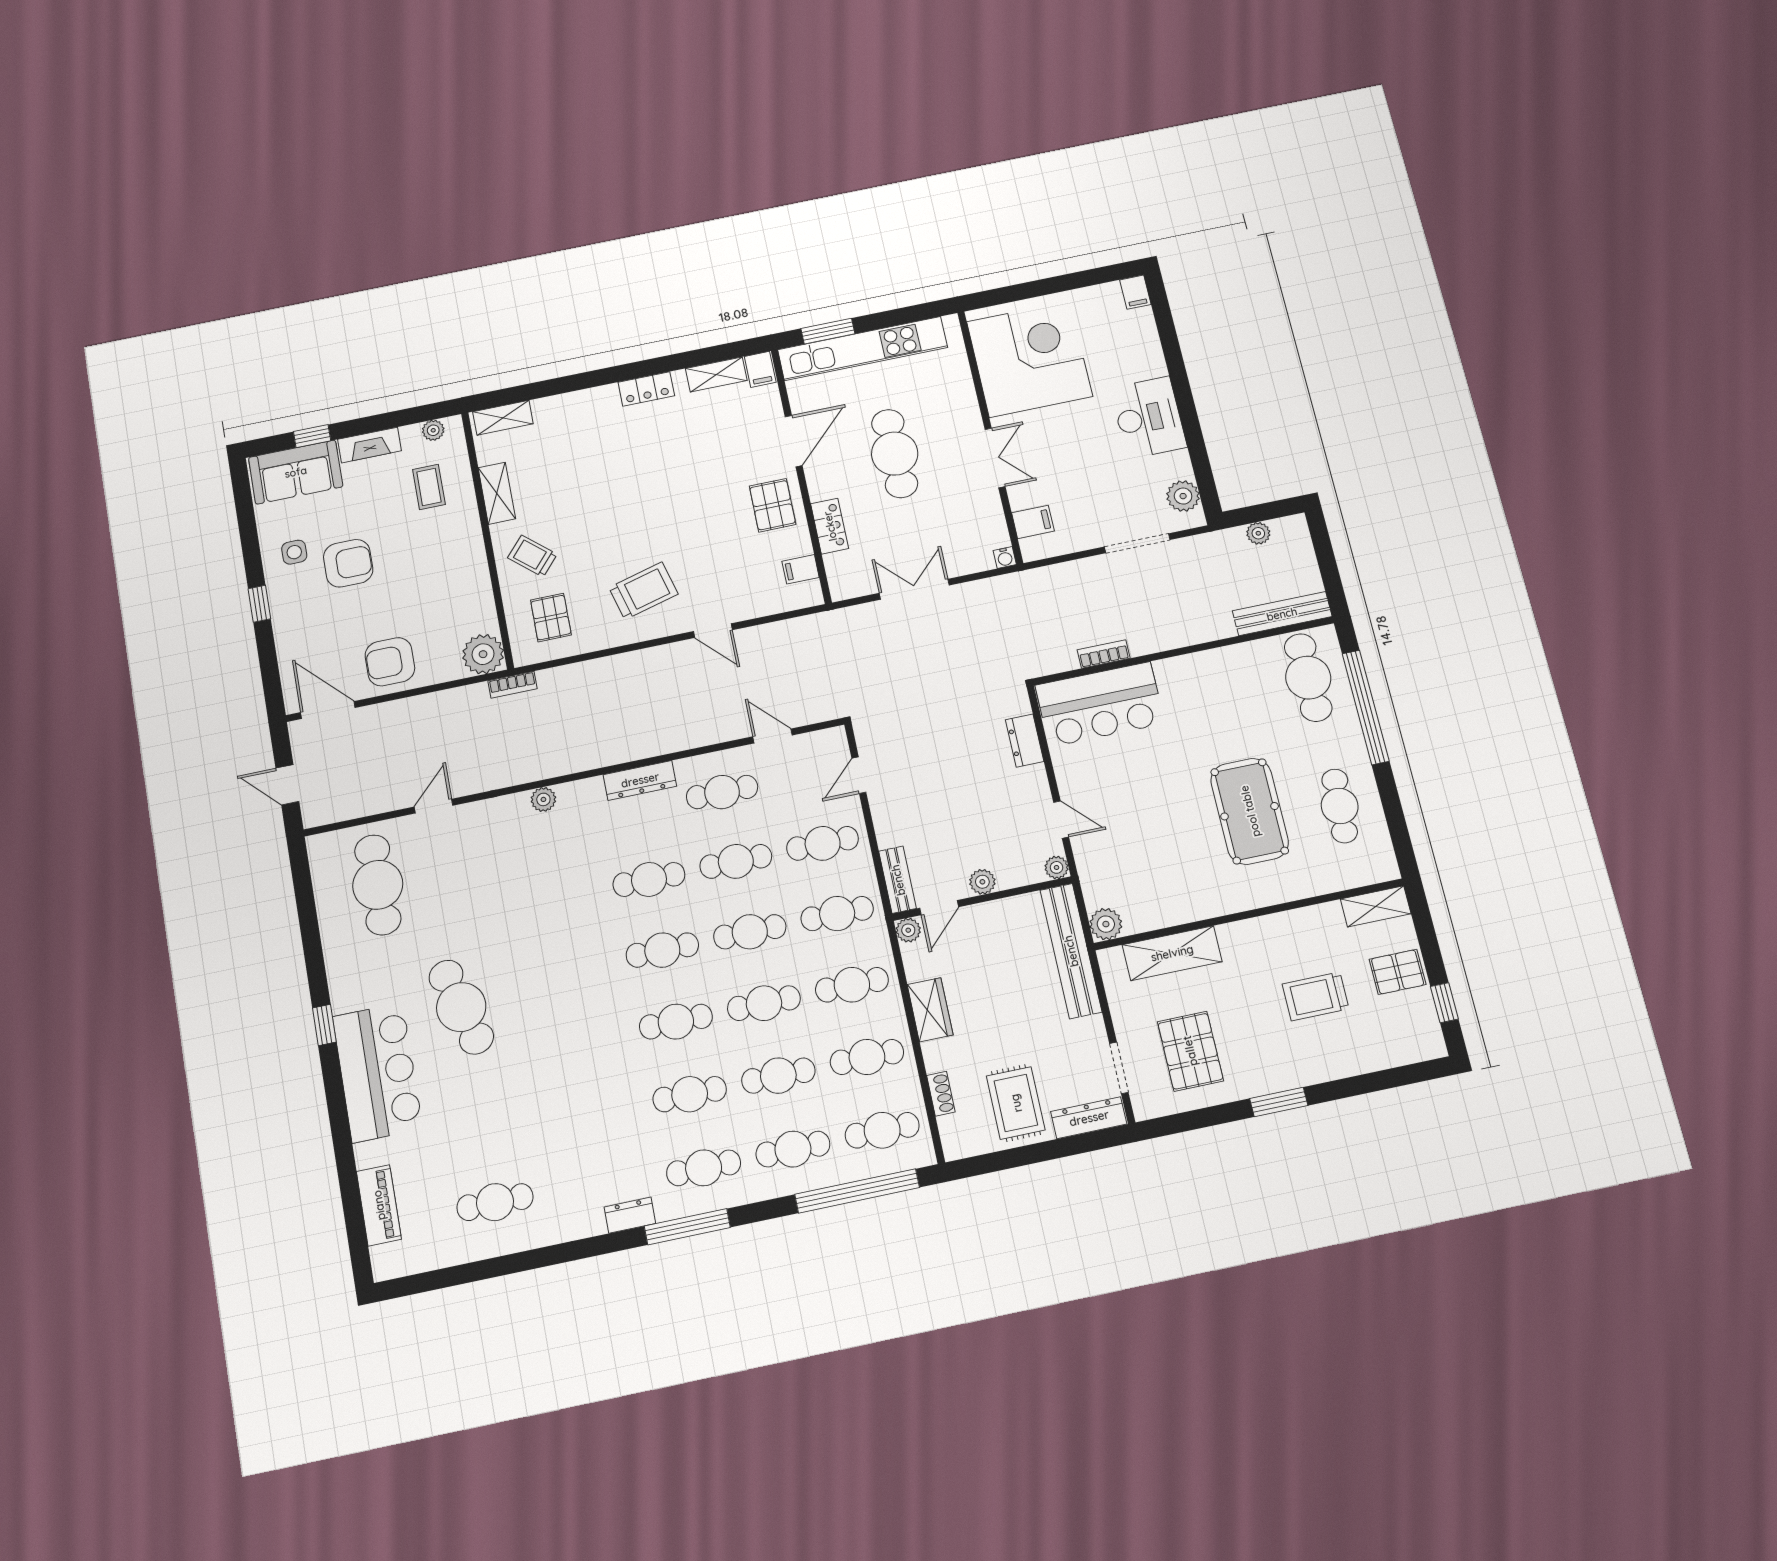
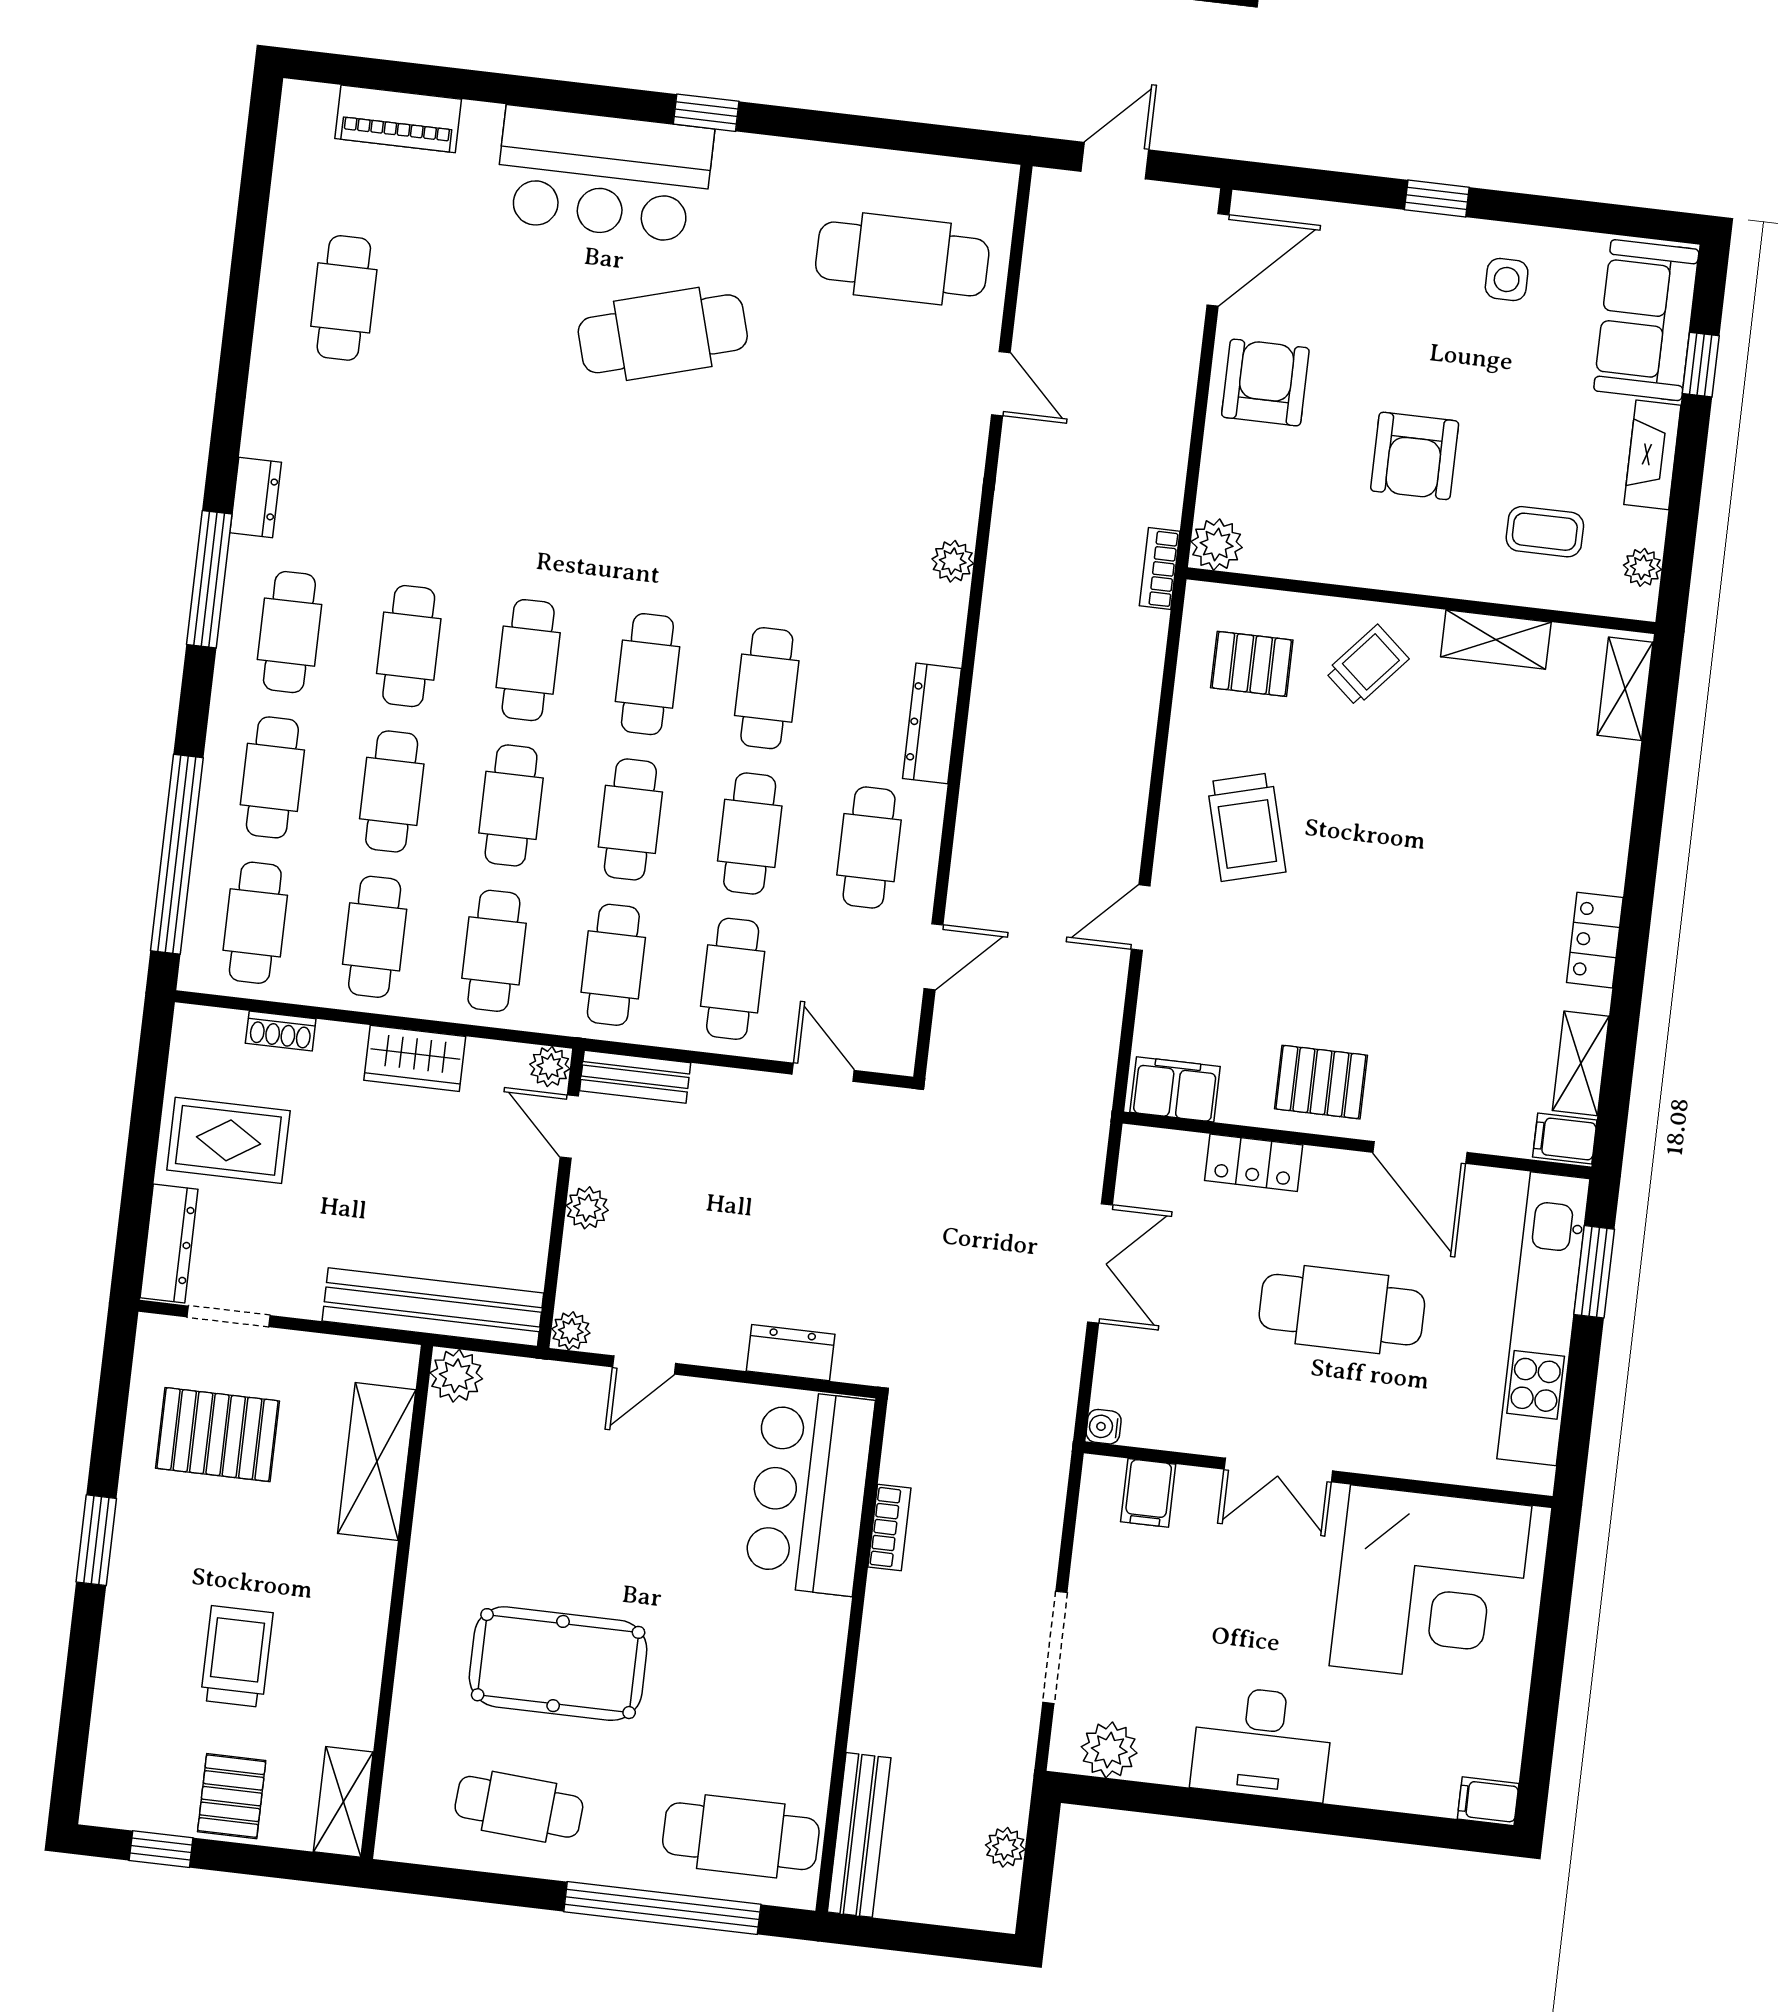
armchair: (348, 563) -> (1415, 456), moved
filing cabinet: (801, 569) -> (1175, 1089), width x2.00
plant: (483, 654) -> (1217, 545), width x0.73, depth x0.73

